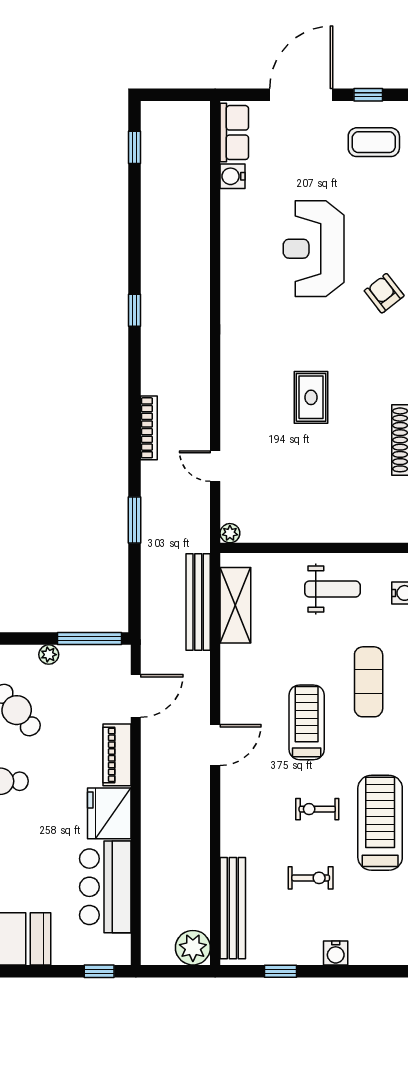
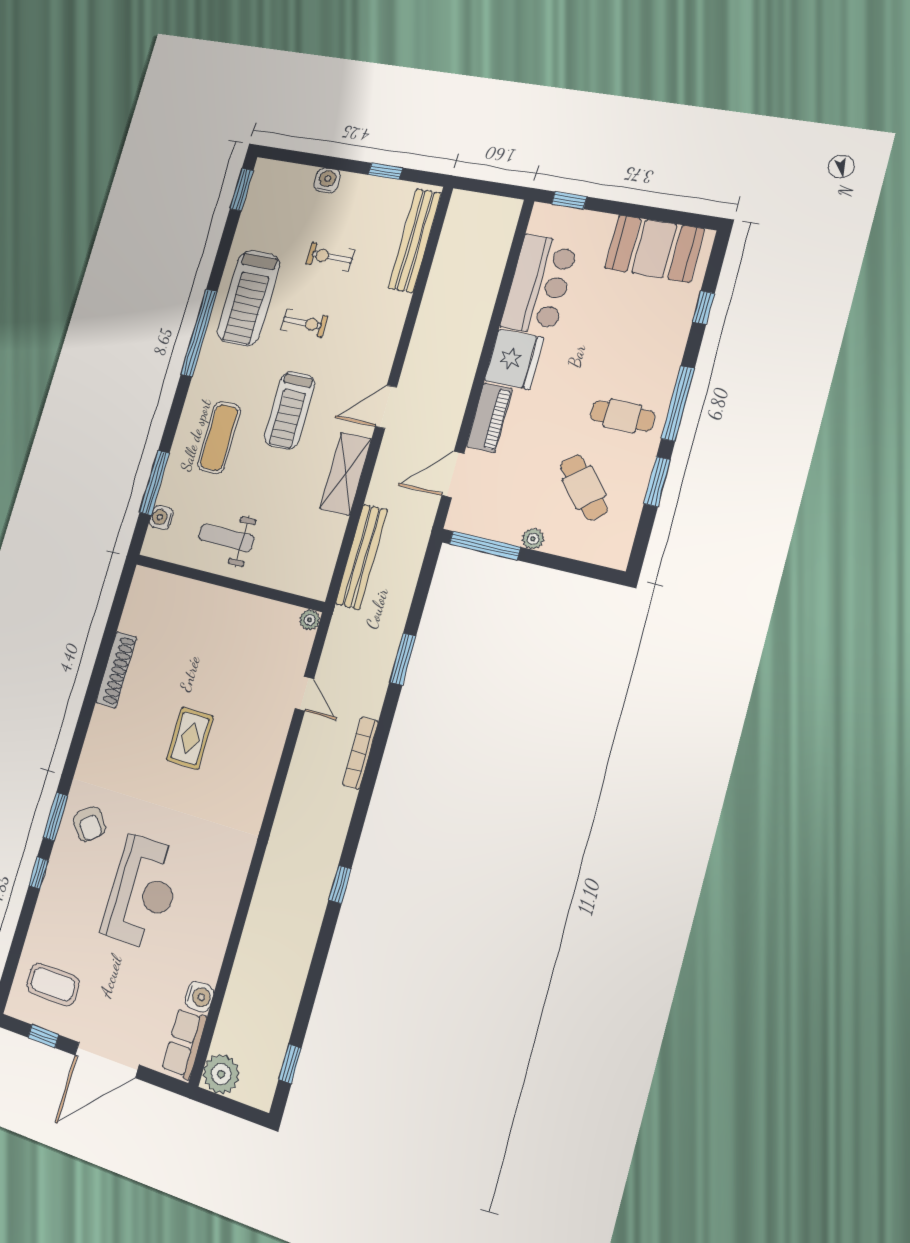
shelving: (235, 605) -> (345, 474), moved
plant: (193, 948) -> (221, 1074), moved

